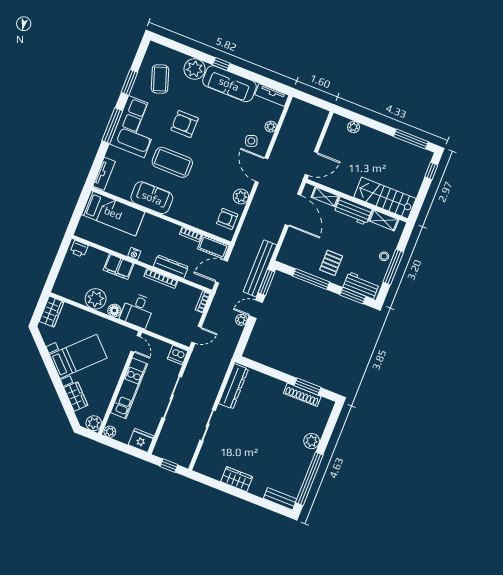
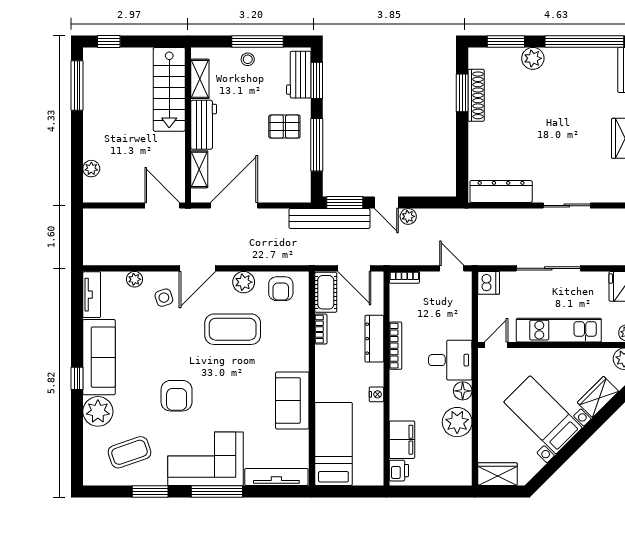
coffee table: (172, 162) -> (233, 329), moved, turned 90
tv unit: (104, 174) -> (276, 477), width x1.41
filing cabinet: (119, 267) -> (402, 440), moved
window: (329, 428) -> (506, 41), added

